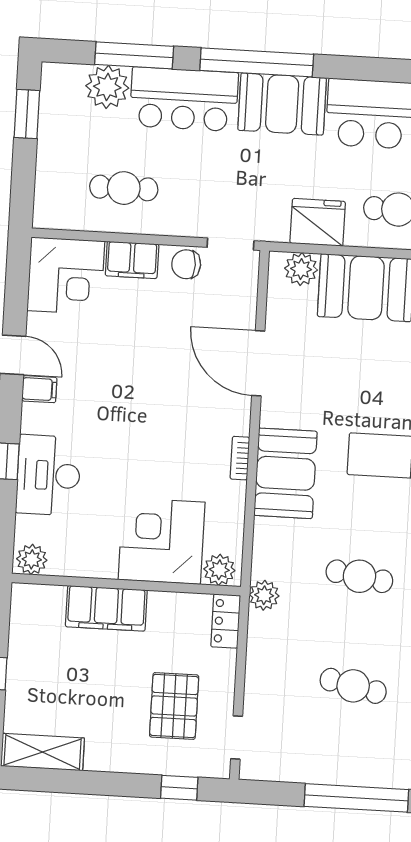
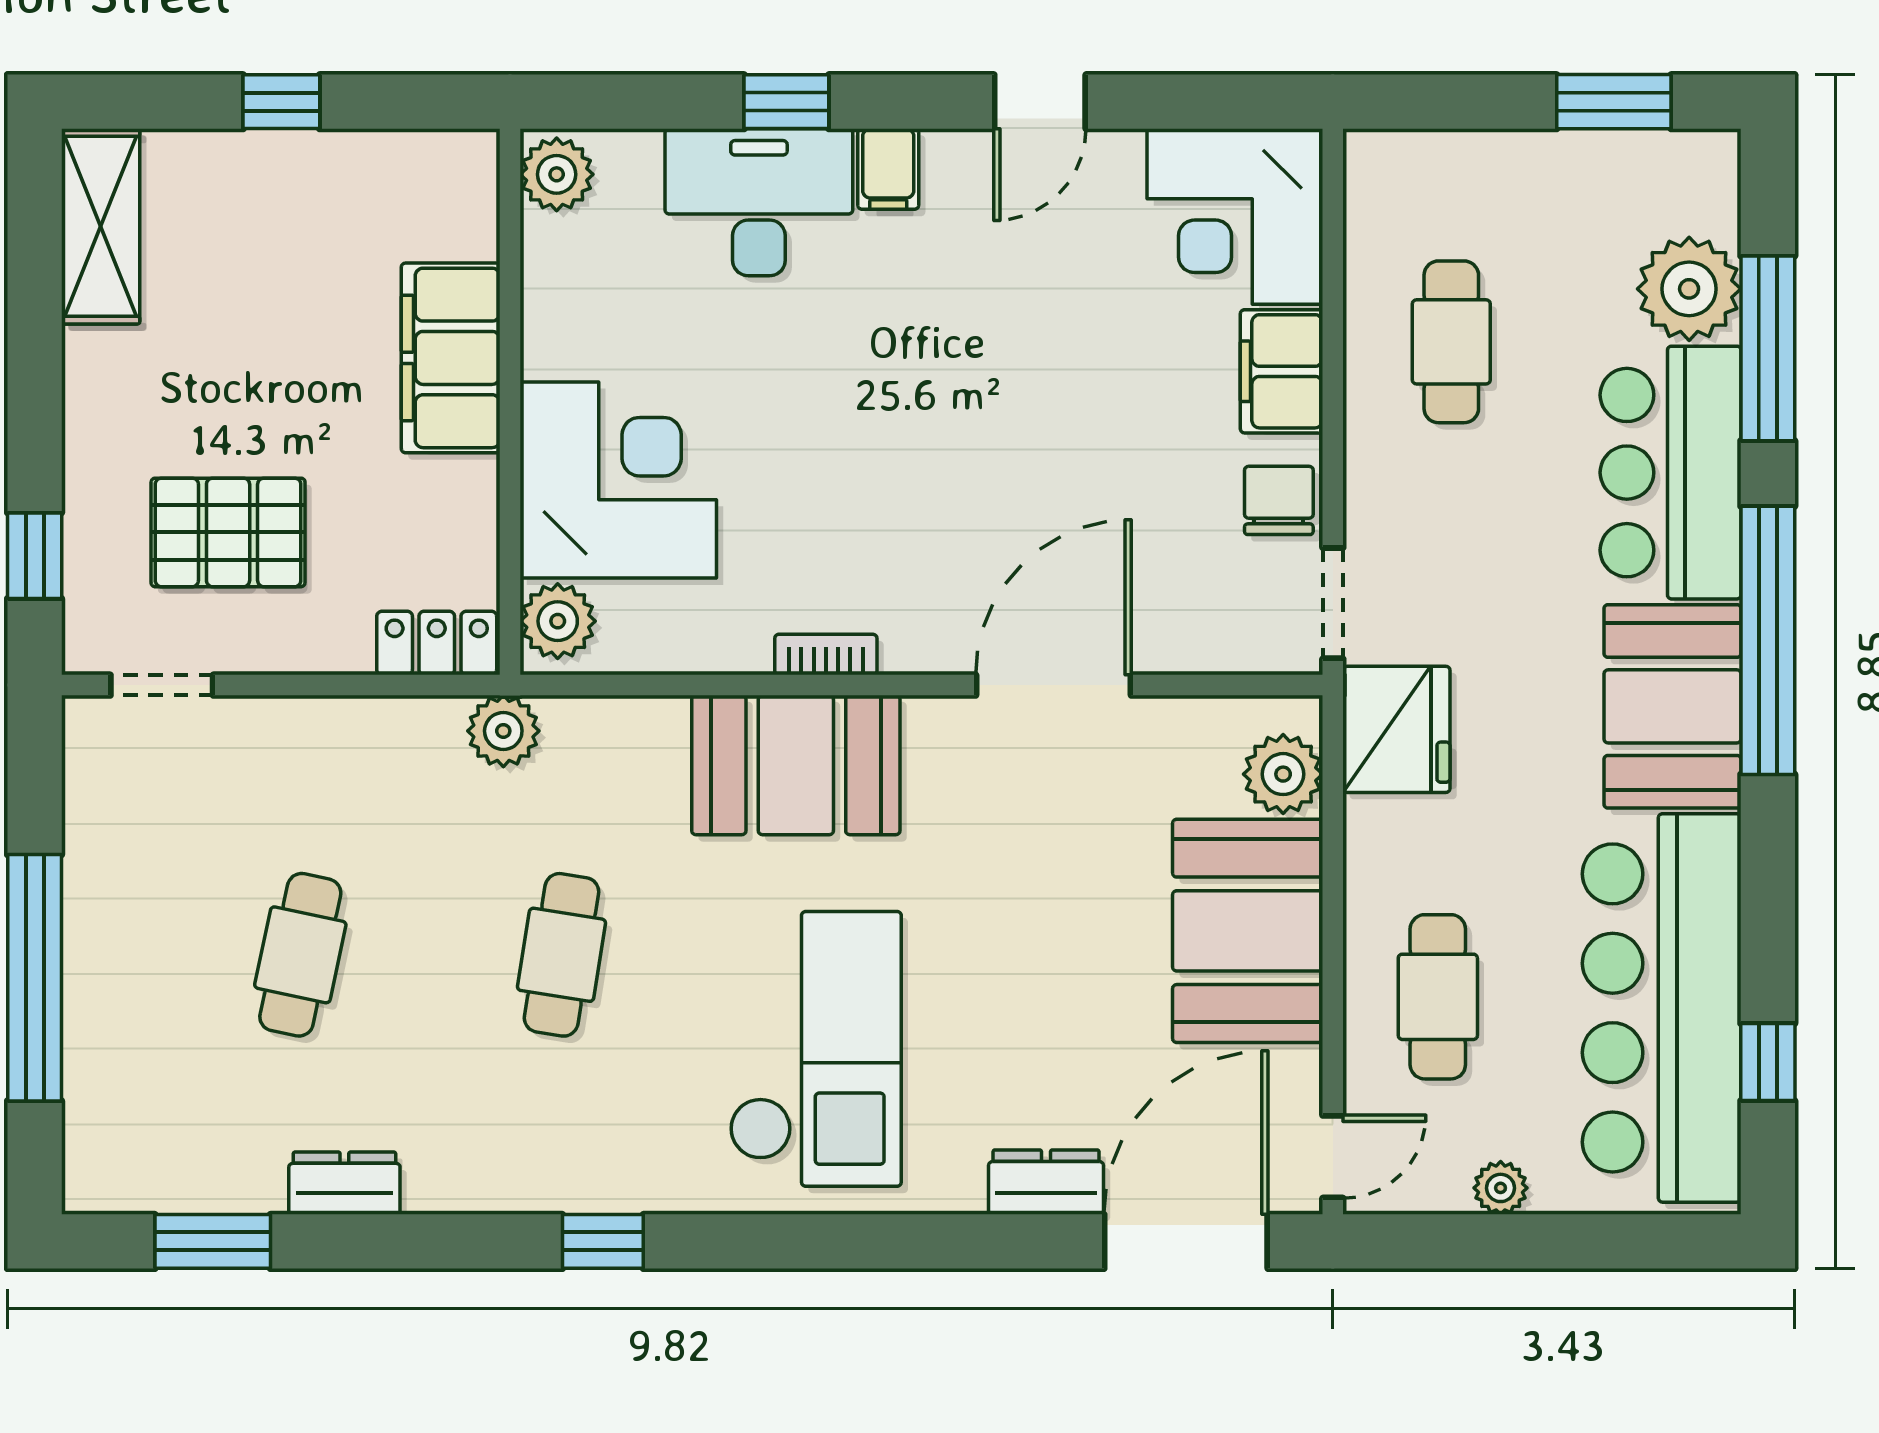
fridge: (318, 222) -> (1396, 729), moved
filing cabinet: (39, 389) -> (888, 169), moved

